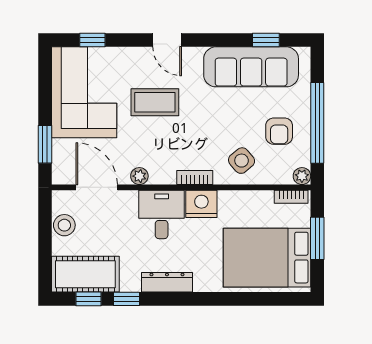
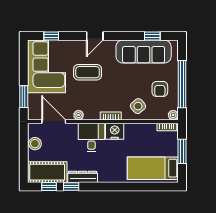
door: (167, 40) -> (95, 36), hinge flipped
bed: (267, 258) -> (153, 168), width x0.67
dresser: (167, 282) -> (83, 177), moved

